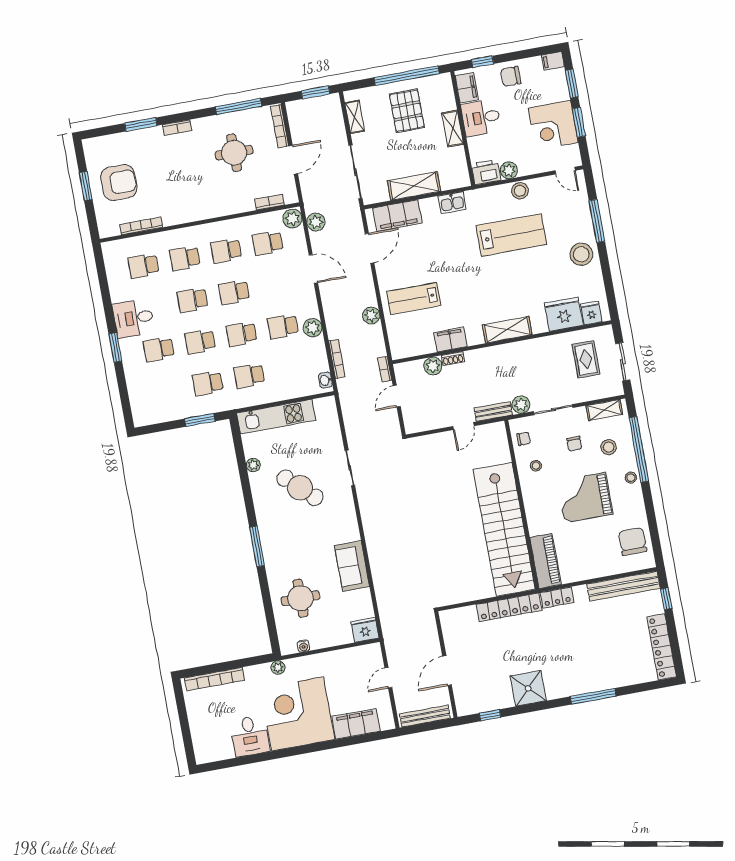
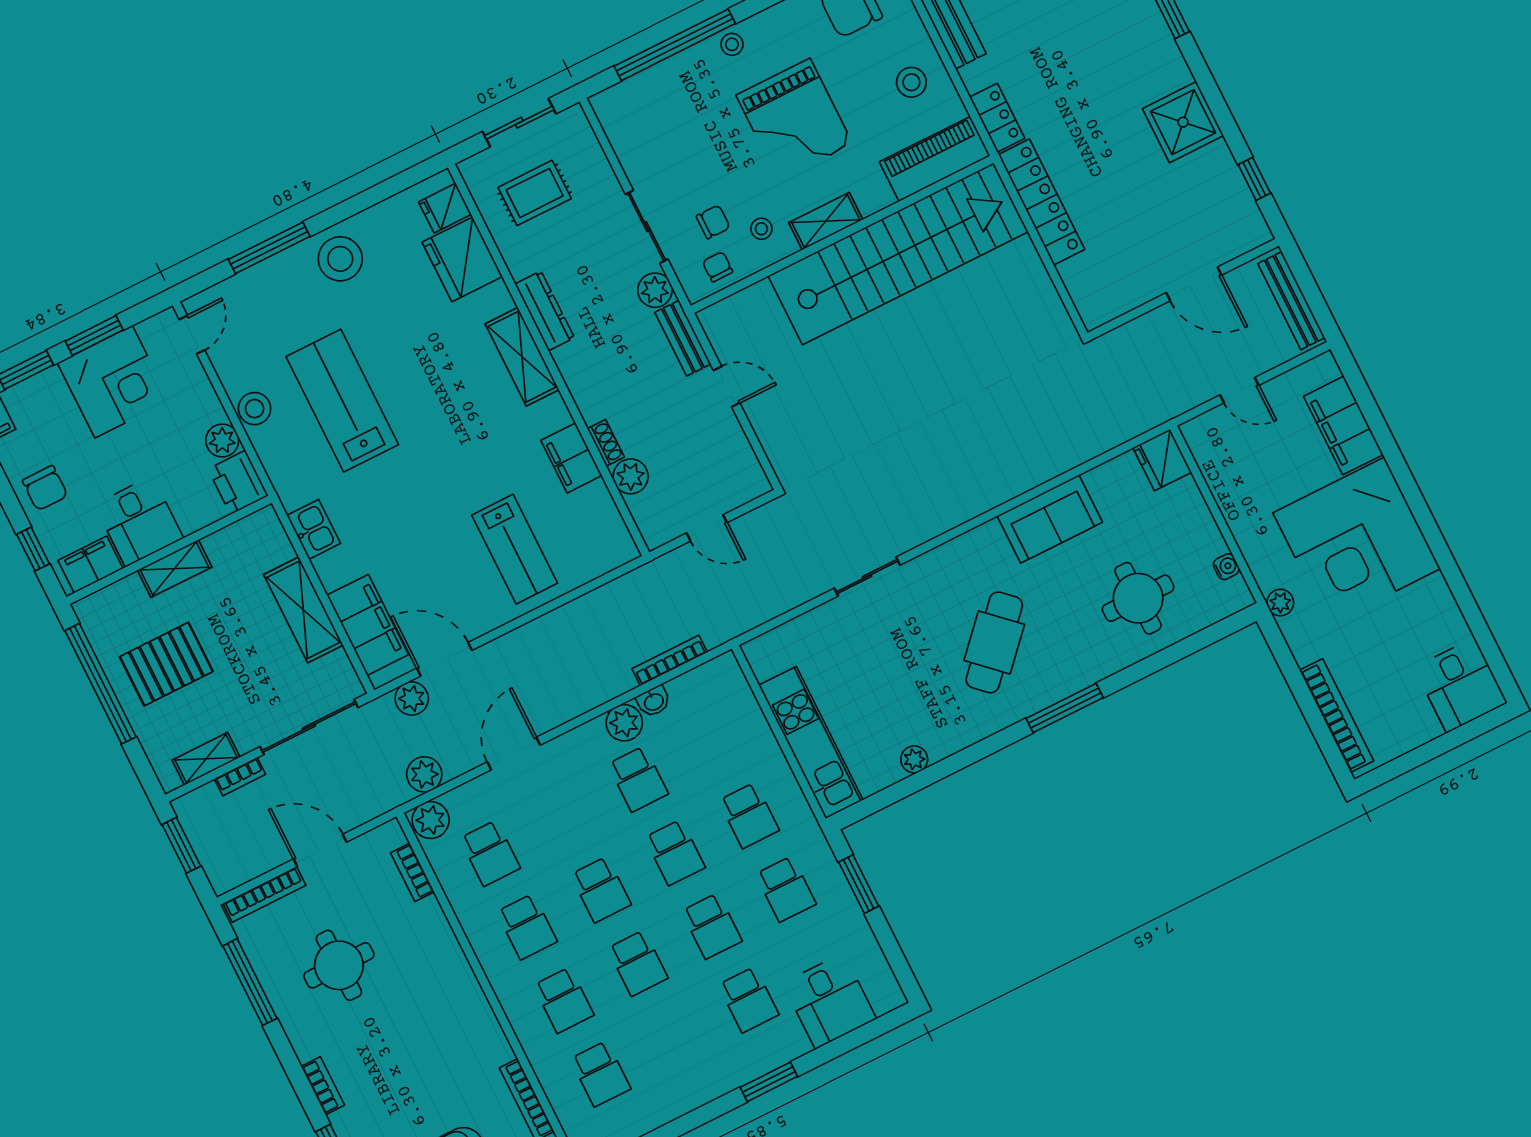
plant: (371, 315) -> (412, 698), moved
desk: (133, 318) -> (829, 1001), moved
dresser: (527, 347) -> (545, 311), added
bookcase: (385, 369) -> (240, 777), moved
washbasin: (325, 380) -> (654, 701), moved
shelving: (604, 410) -> (826, 221), moved, turned 90
chair: (574, 444) -> (713, 222), moved
stool: (609, 447) -> (911, 82), moved
cafe table: (300, 488) -> (994, 642), moved
desk: (250, 736) -> (1461, 685), moved, turned 90

